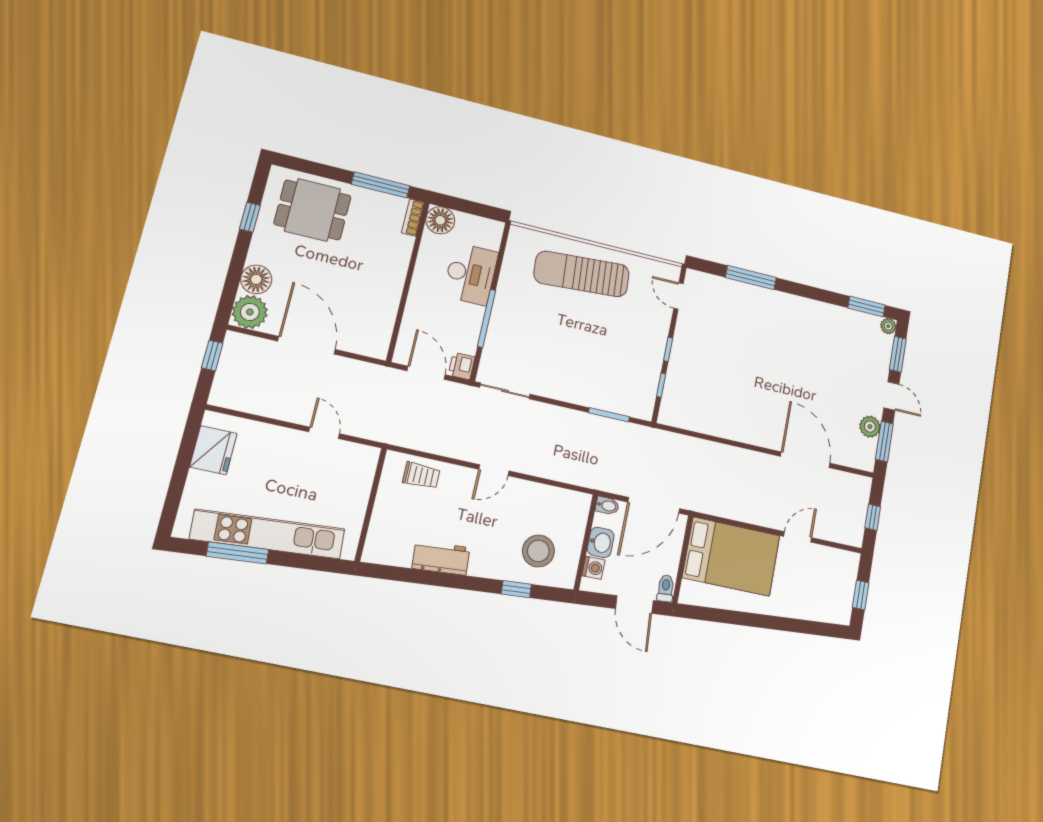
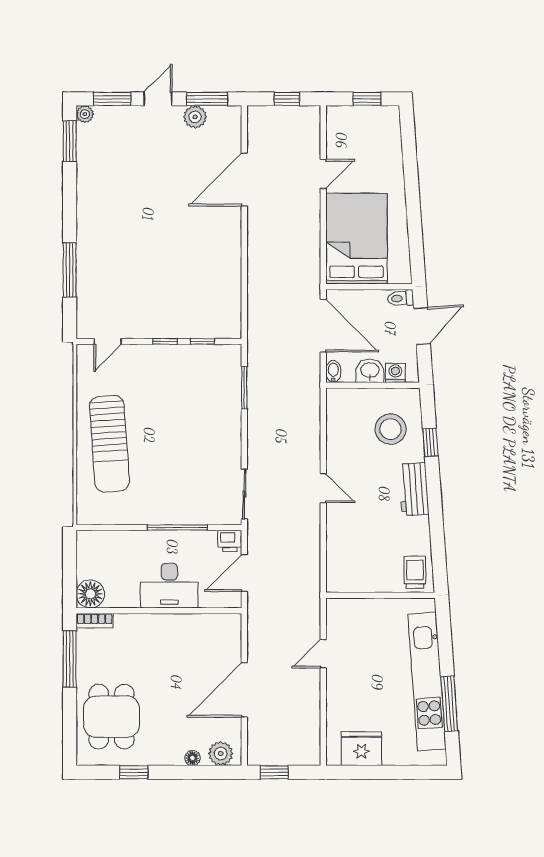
desk: (471, 274) -> (169, 586), moved, turned 180
floor lamp: (256, 279) -> (192, 758), width x0.53, depth x0.53
plant: (250, 312) -> (221, 754), width x0.73, depth x0.73
trolley: (421, 475) -> (415, 572), moved
door: (798, 537) -> (323, 174), swing flipped
workbench: (441, 558) -> (414, 489), moved

